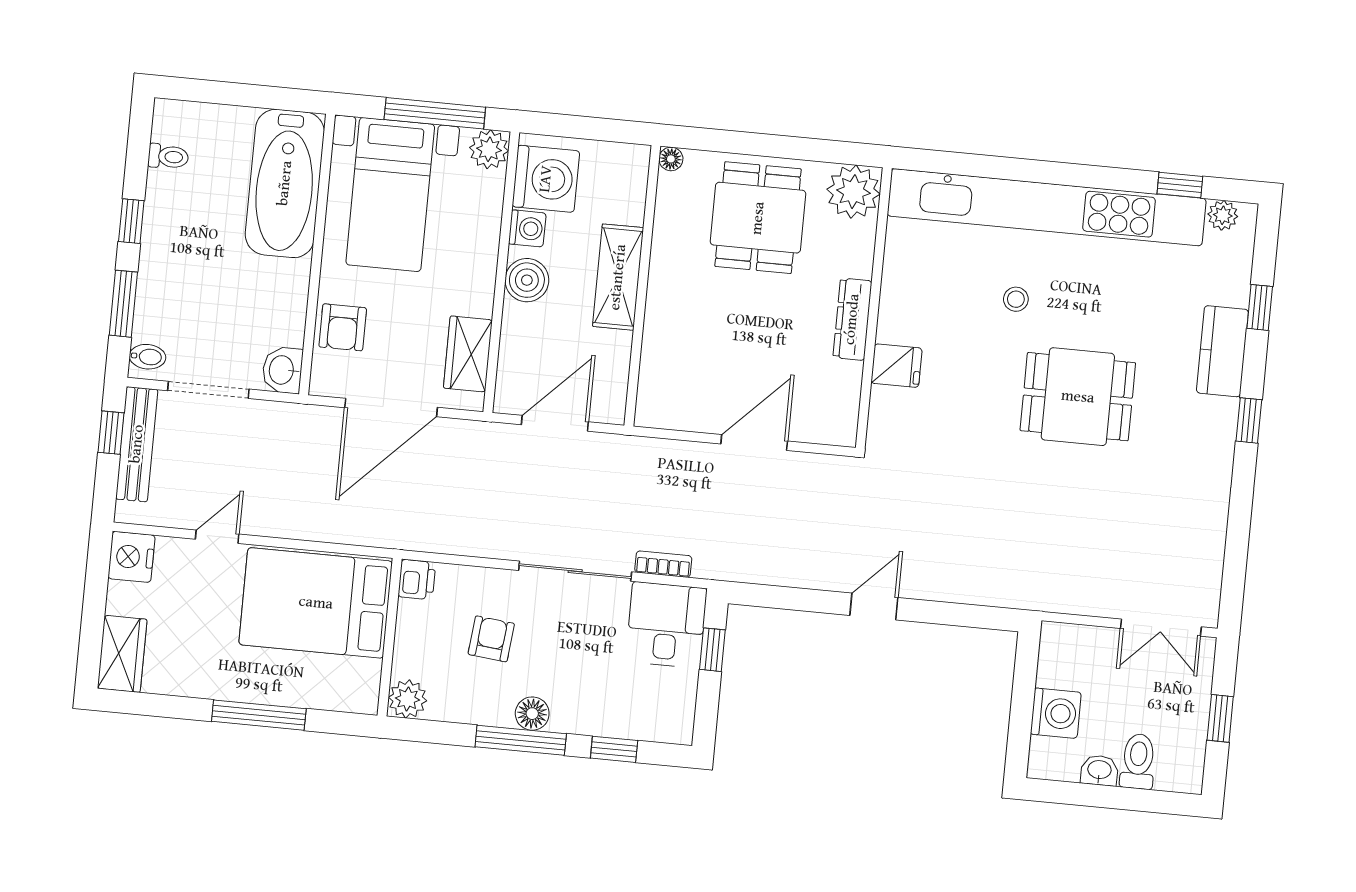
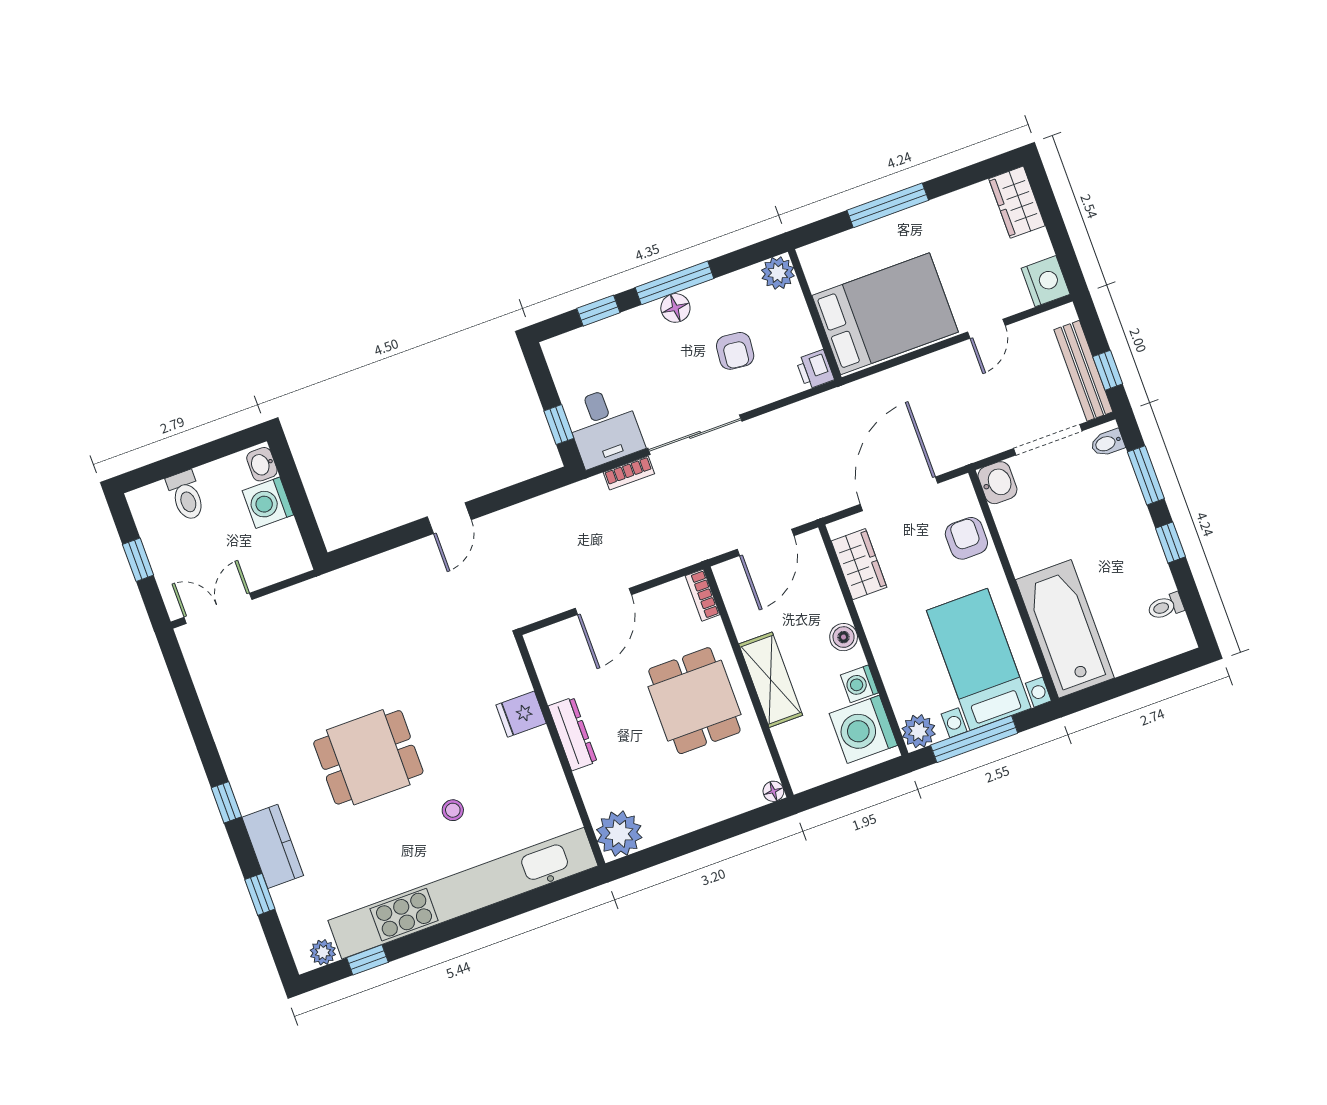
dining table: (758, 218) -> (694, 701), moved
boiler: (527, 280) -> (844, 637), width x0.73, depth x0.73
bookcase: (647, 399) -> (703, 595), added
washbasin: (1099, 770) -> (262, 464), moved, turned 90

